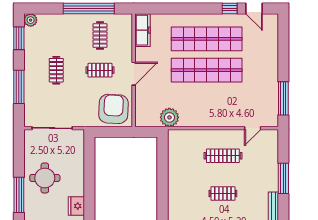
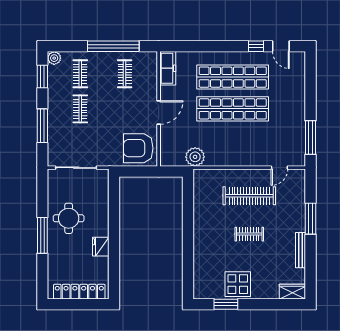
clothes rail: (100, 70) -> (80, 74), moved, turned 90
armchair: (113, 109) -> (138, 148), turned -93
clothes rail: (223, 156) -> (249, 196), width x1.37, depth x1.31

